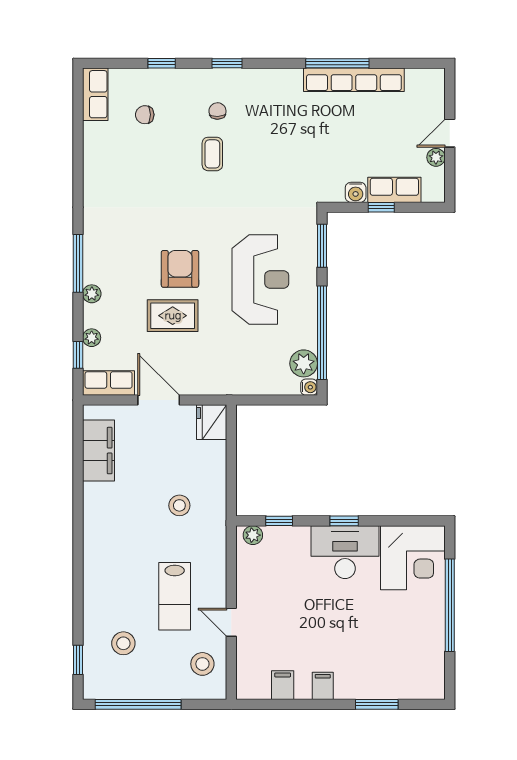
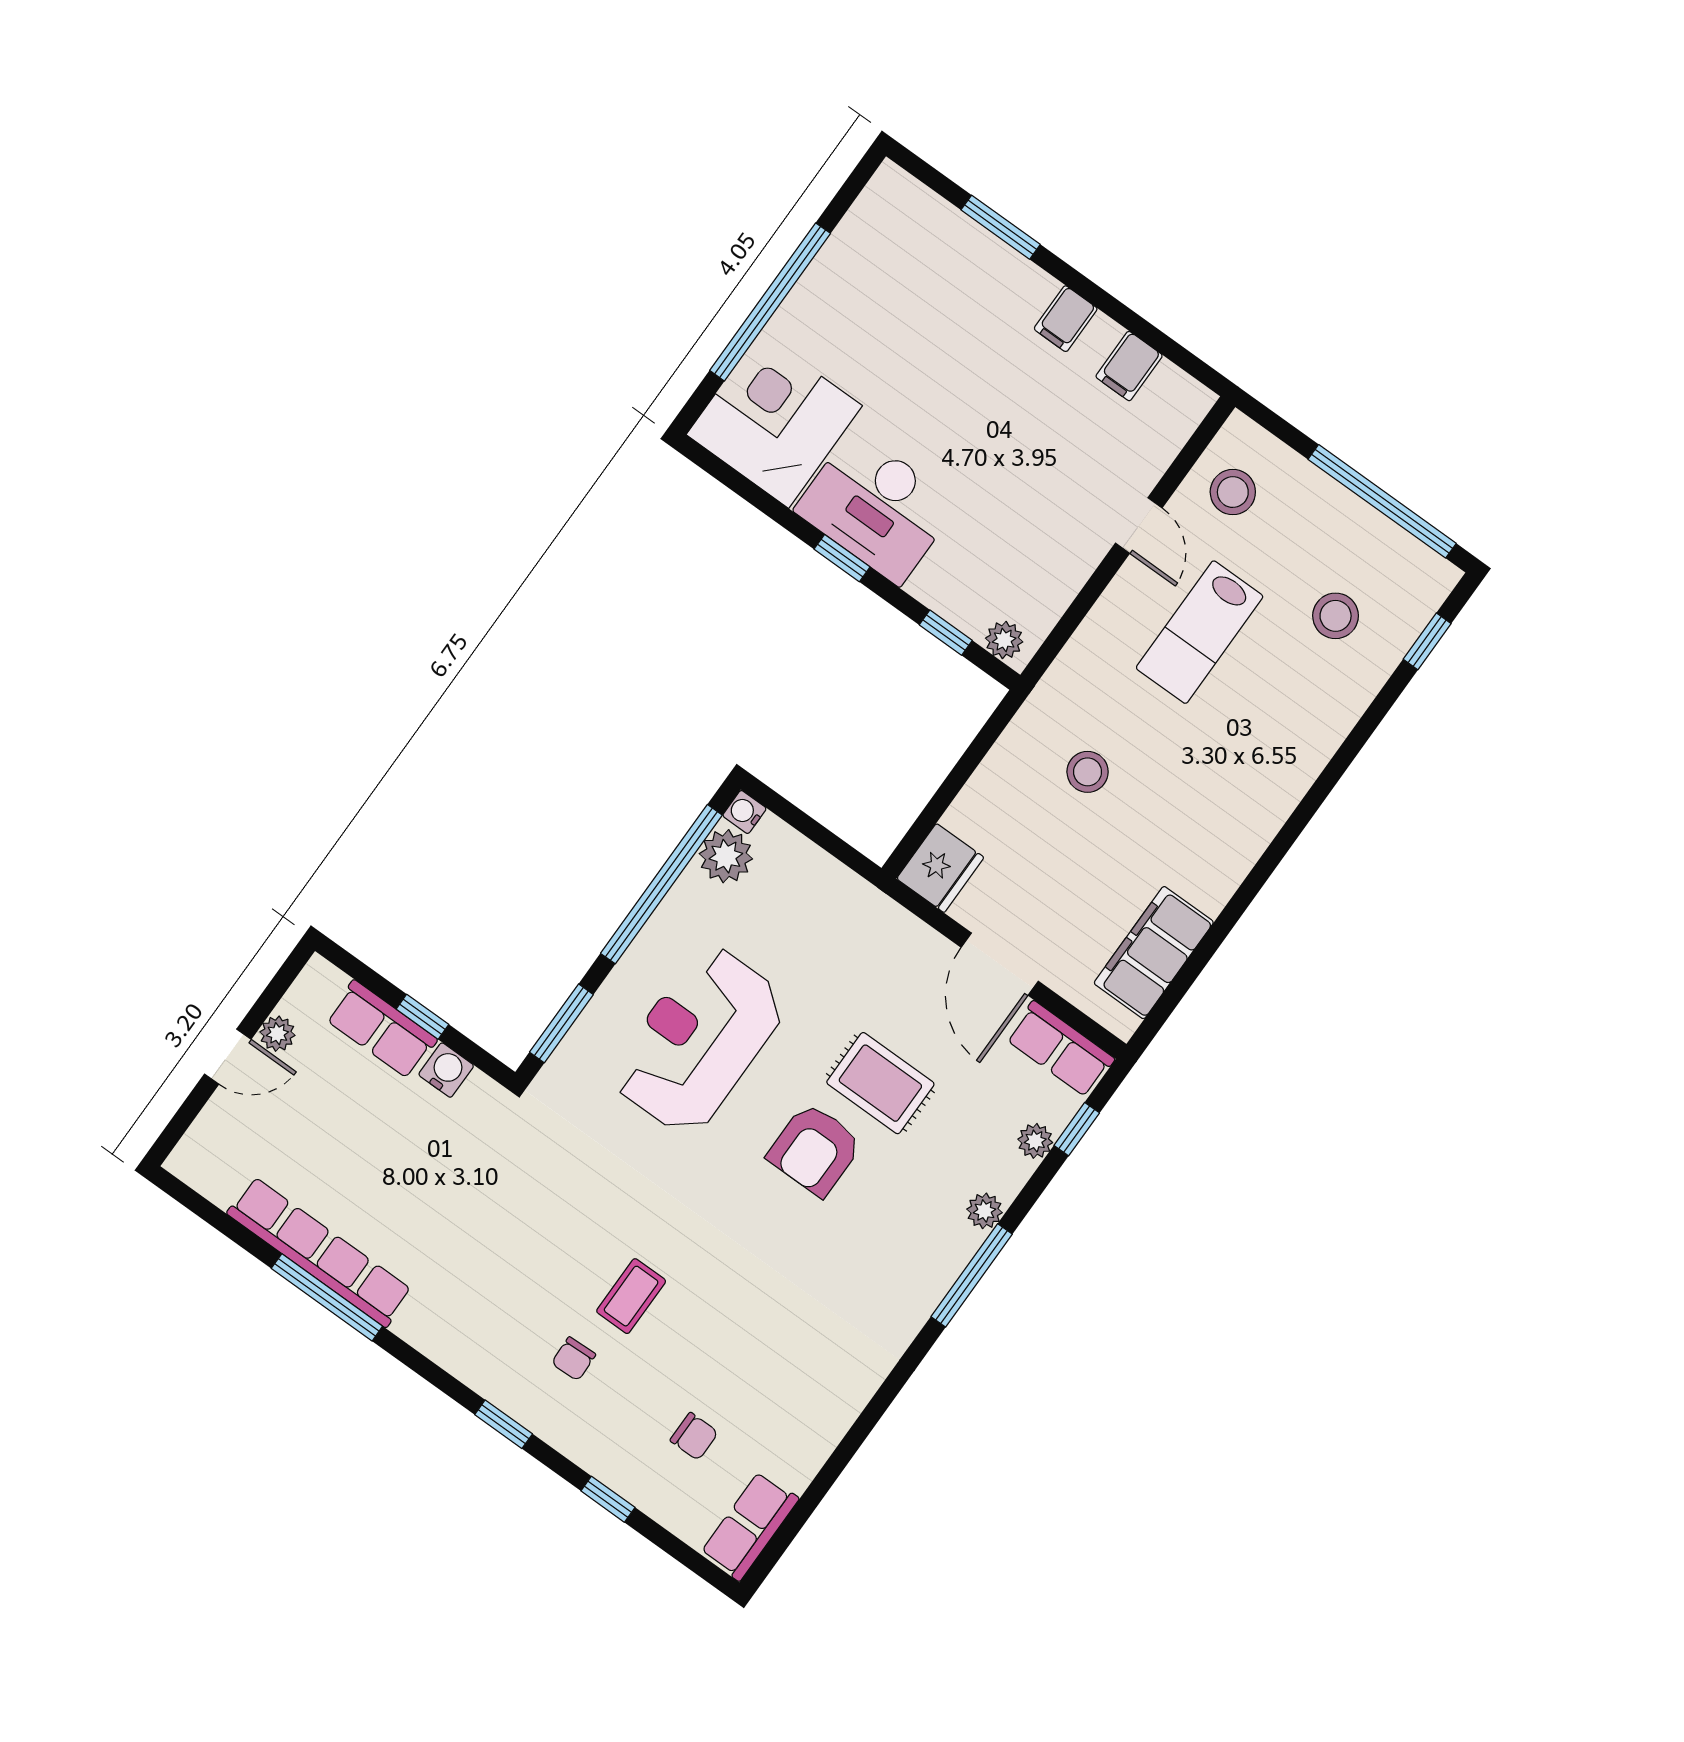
lab bench: (175, 596) -> (1200, 632), turned 180

